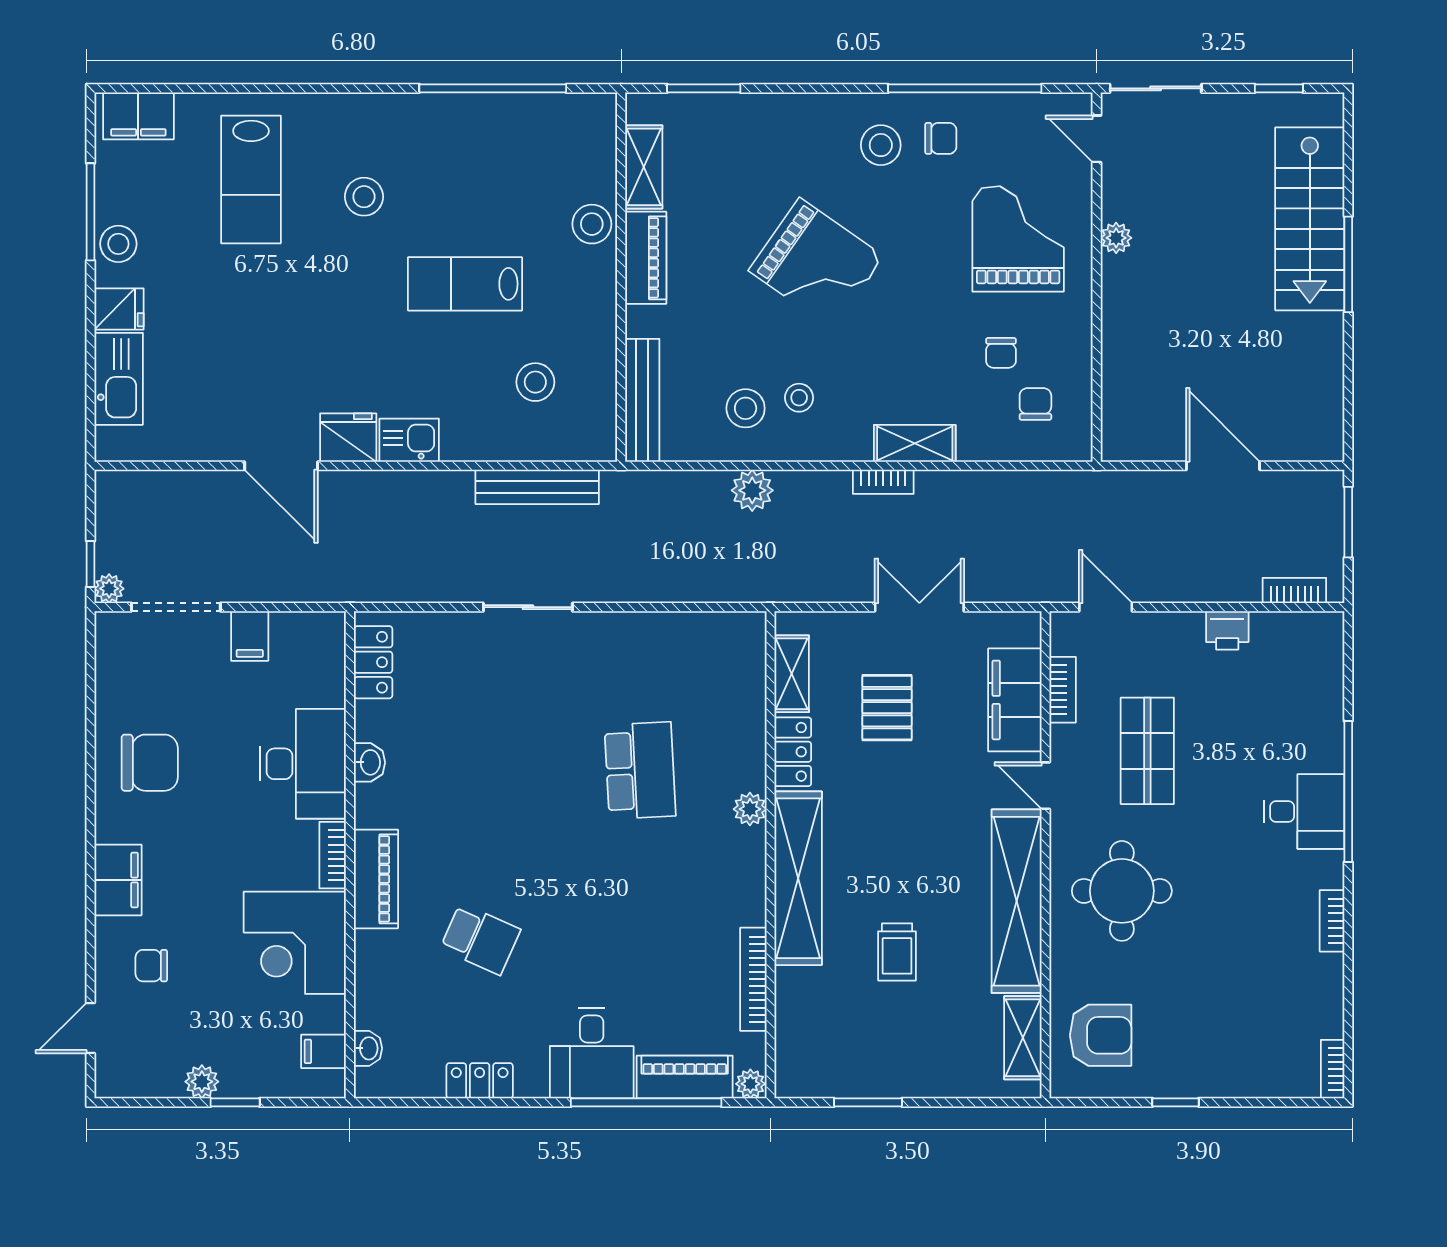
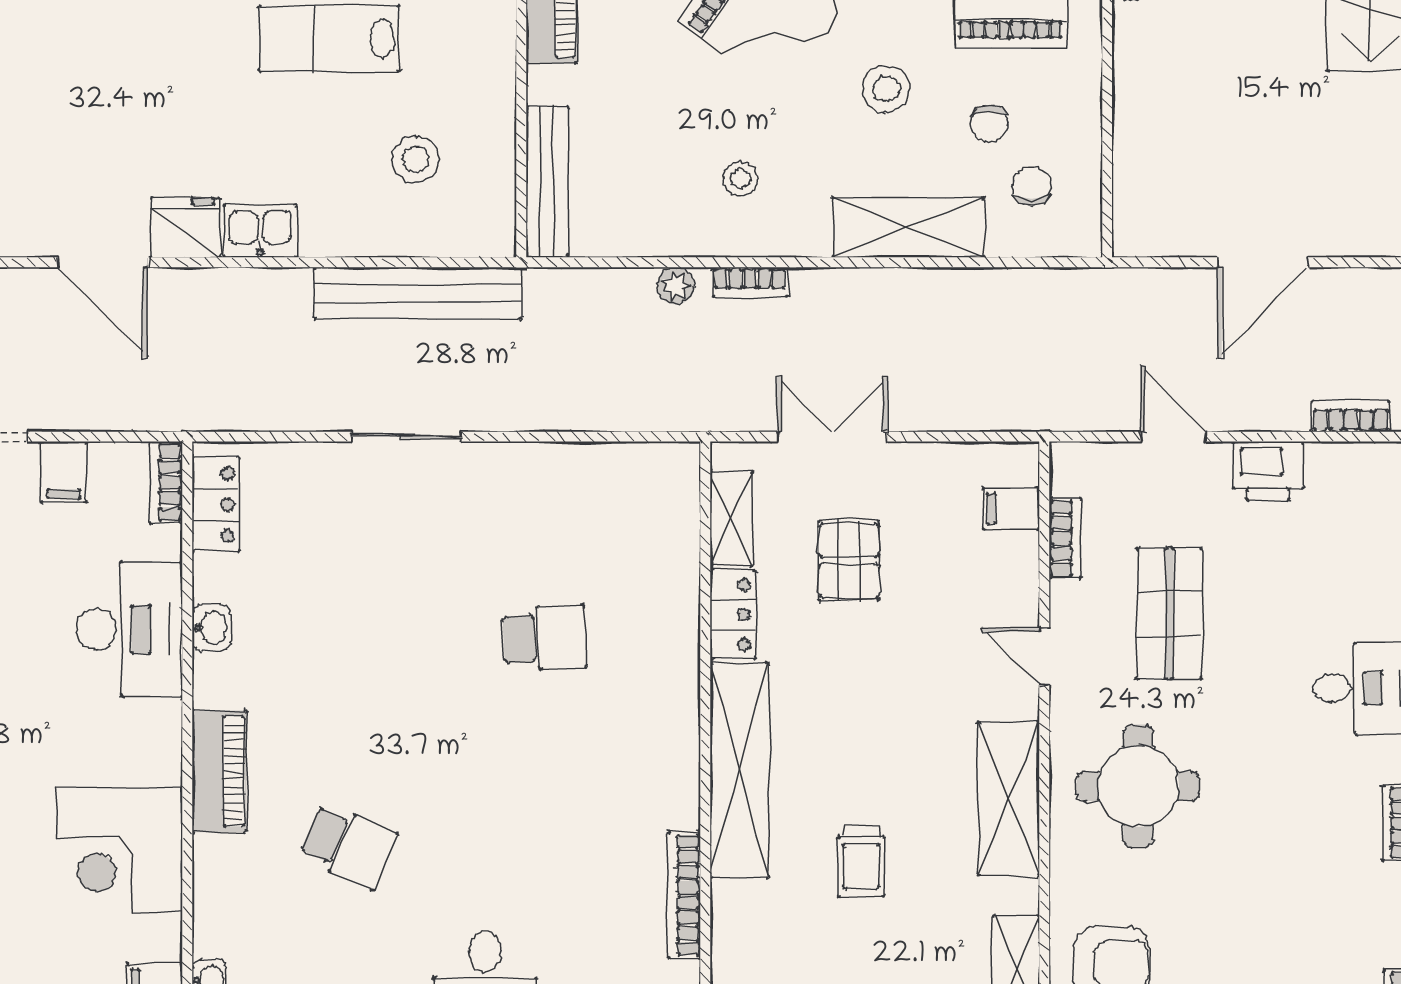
stool: (746, 408) -> (886, 89), moved
shelving: (915, 443) -> (908, 227), width x1.50, depth x1.33
door: (1223, 466) -> (1263, 262), swing flipped
bookcase: (883, 482) -> (750, 282), moved
bench: (537, 487) -> (418, 293), width x1.37, depth x1.21
plant: (752, 490) -> (676, 286), width x0.73, depth x0.73
double door: (919, 607) -> (832, 437), moved
door: (1106, 607) -> (1173, 437), moved
printer: (1227, 630) -> (1268, 471), width x1.36, depth x1.24
filing cabinet: (1015, 700) -> (1011, 509), width x0.33, depth x0.86
school desk: (640, 770) -> (545, 638), width x0.54
plant: (750, 809) -> (680, 685), removed
bookcase: (333, 855) -> (166, 483), moved
shelving: (1017, 901) -> (1008, 799), width x0.68

